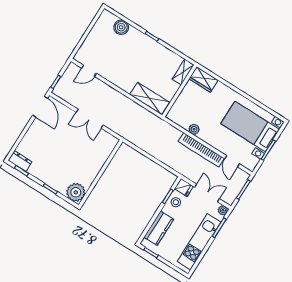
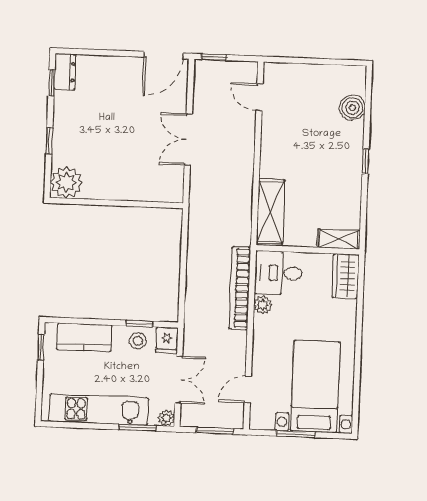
desk: (183, 112) -> (278, 273), added
bookcase: (201, 150) -> (240, 288), moved

